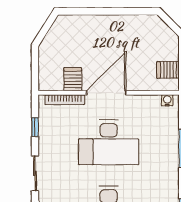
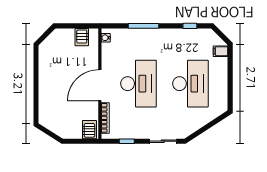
server rack: (73, 79) -> (89, 130), moved, turned 90
door: (106, 93) -> (100, 85), hinge flipped

